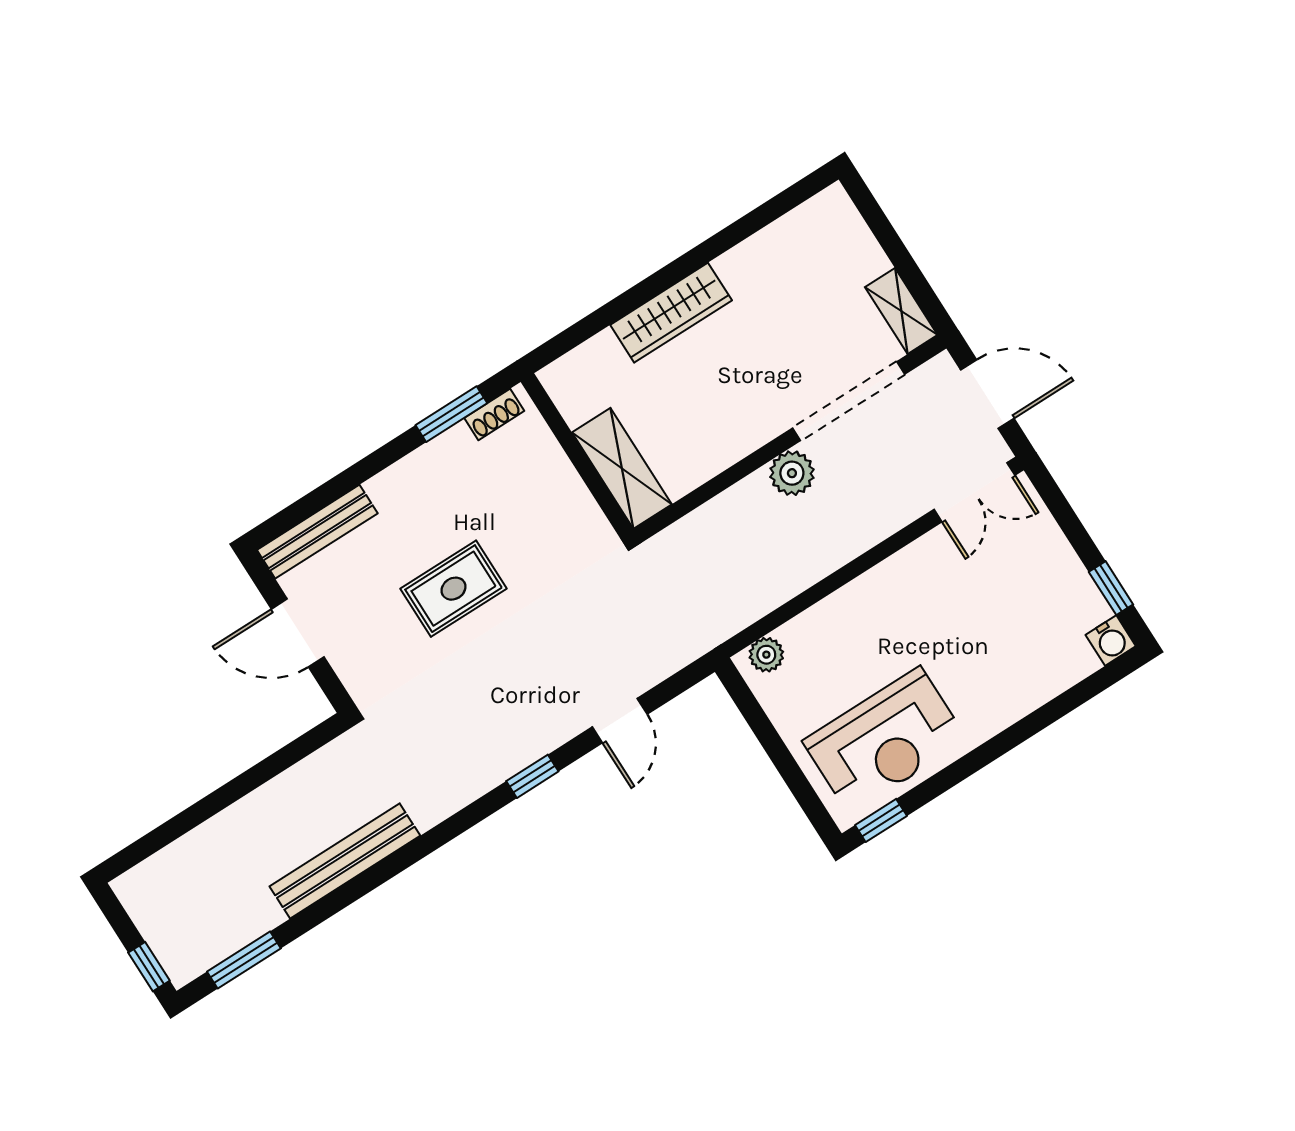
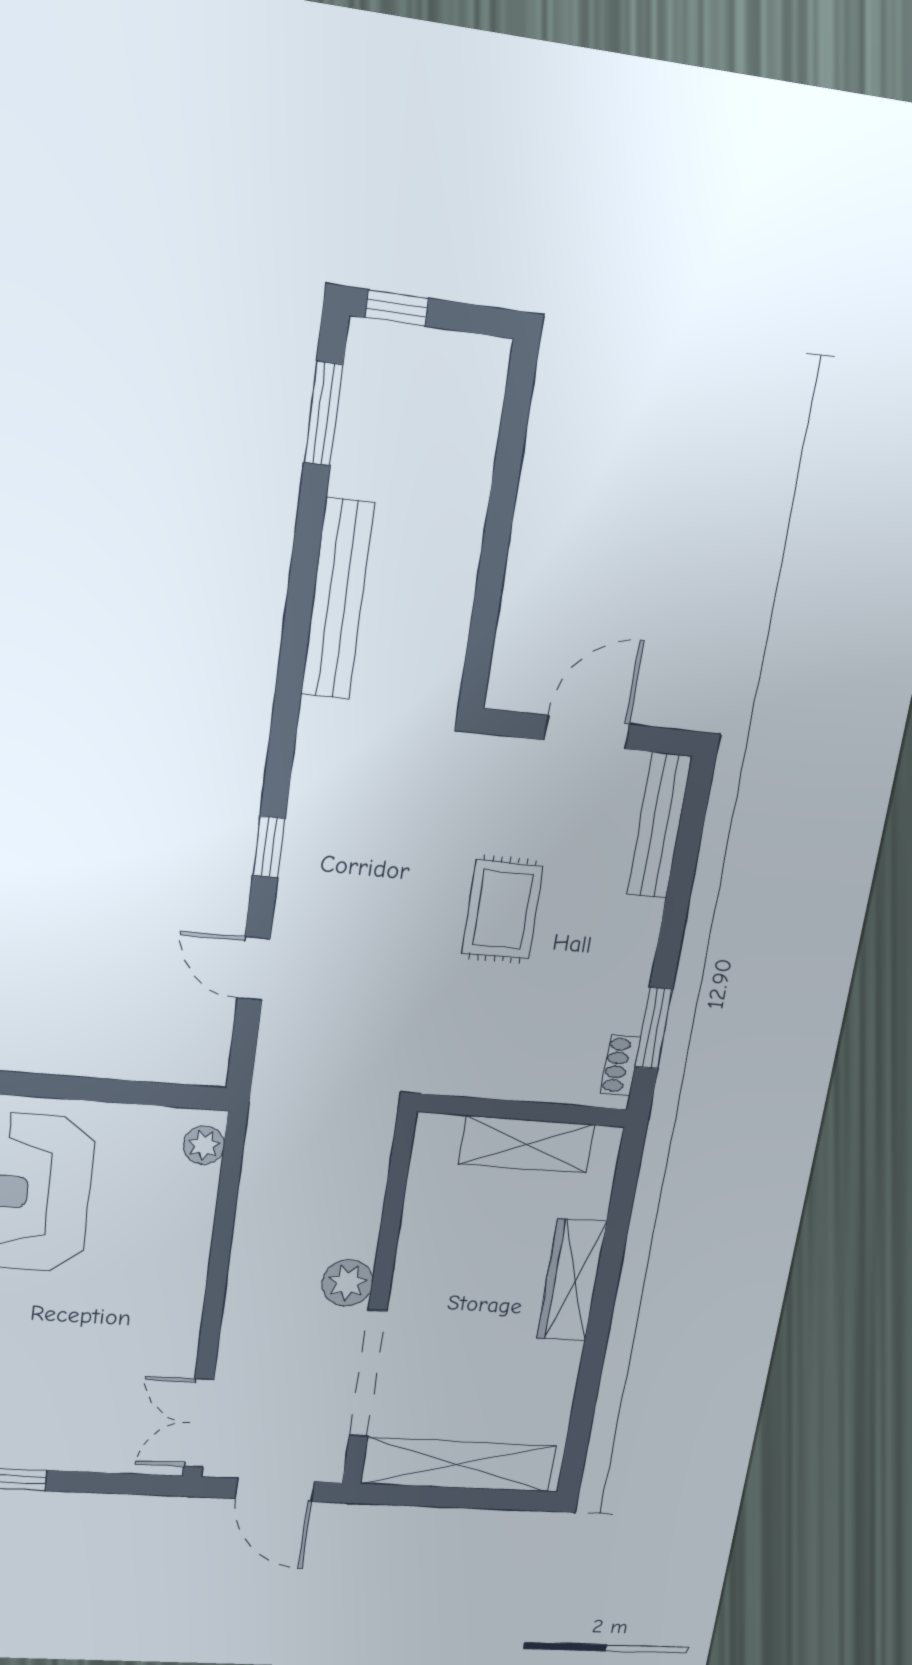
shelving: (901, 311) -> (458, 1465), width x2.20, depth x1.33
door: (987, 394) -> (275, 1490), hinge flipped
shelving: (622, 468) -> (527, 1144), moved

